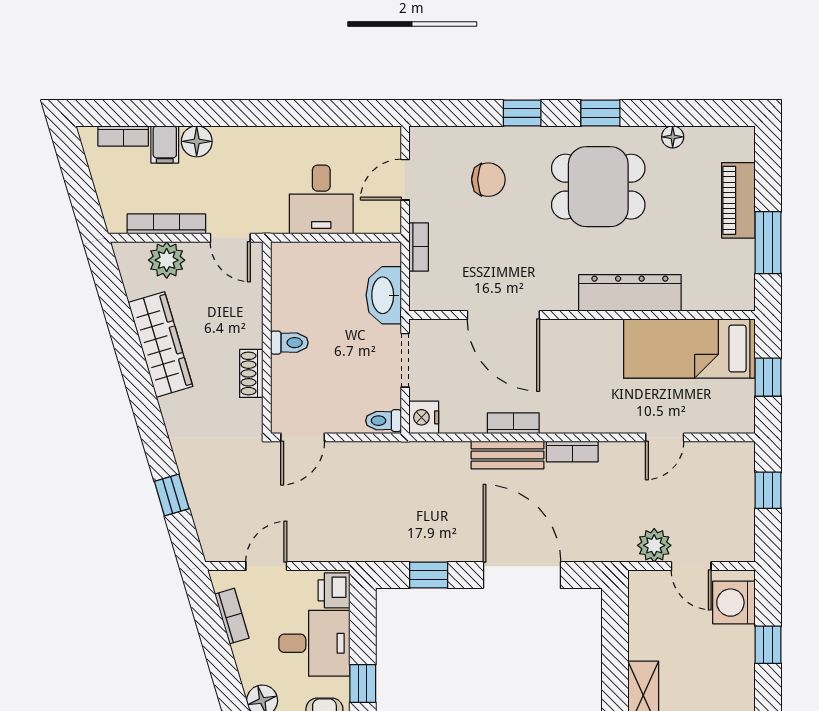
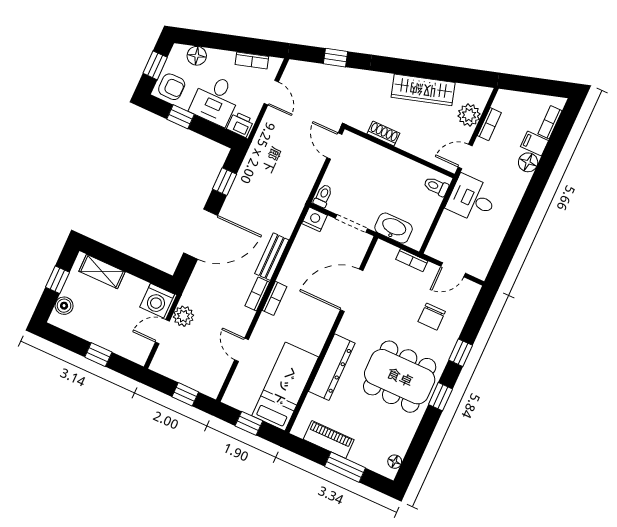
floor lamp: (673, 137) -> (395, 462), moved
door: (405, 180) -> (453, 270), swing flipped
dining table: (598, 187) -> (400, 377), width x1.37
desk: (321, 200) -> (472, 199), moved
piano: (738, 200) -> (329, 440), moved
bookcase: (166, 224) -> (489, 124), width x0.64
window: (768, 243) -> (345, 467), moved
toilet: (289, 343) -> (436, 186), moved, turned 90
bookcase: (513, 423) -> (275, 298), moved
washing machine: (734, 603) -> (157, 301), moved, turned 180

